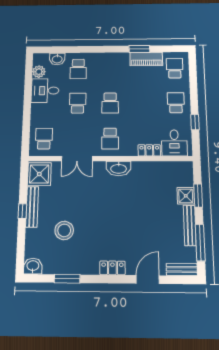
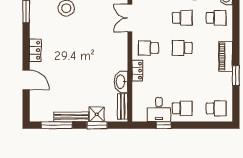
piano: (146, 59) -> (226, 56), moved
school desk: (78, 69) -> (216, 18), turned 180
desk: (174, 143) -> (159, 110), moved, turned -90
locker: (149, 150) -> (137, 71), moved
washbasin: (119, 168) -> (121, 82), moved
bench: (182, 269) -> (123, 106), moved

